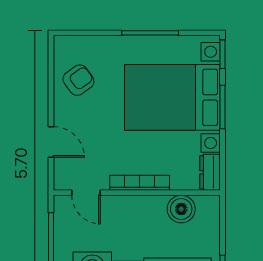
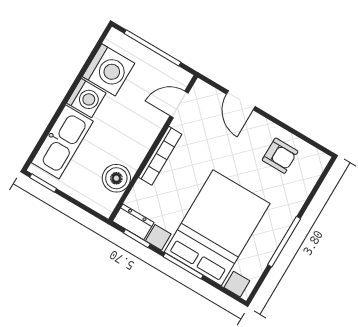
window: (222, 54) -> (137, 239), moved
armchair: (78, 80) -> (280, 156), turned -54
door: (51, 142) -> (241, 100), hinge flipped

